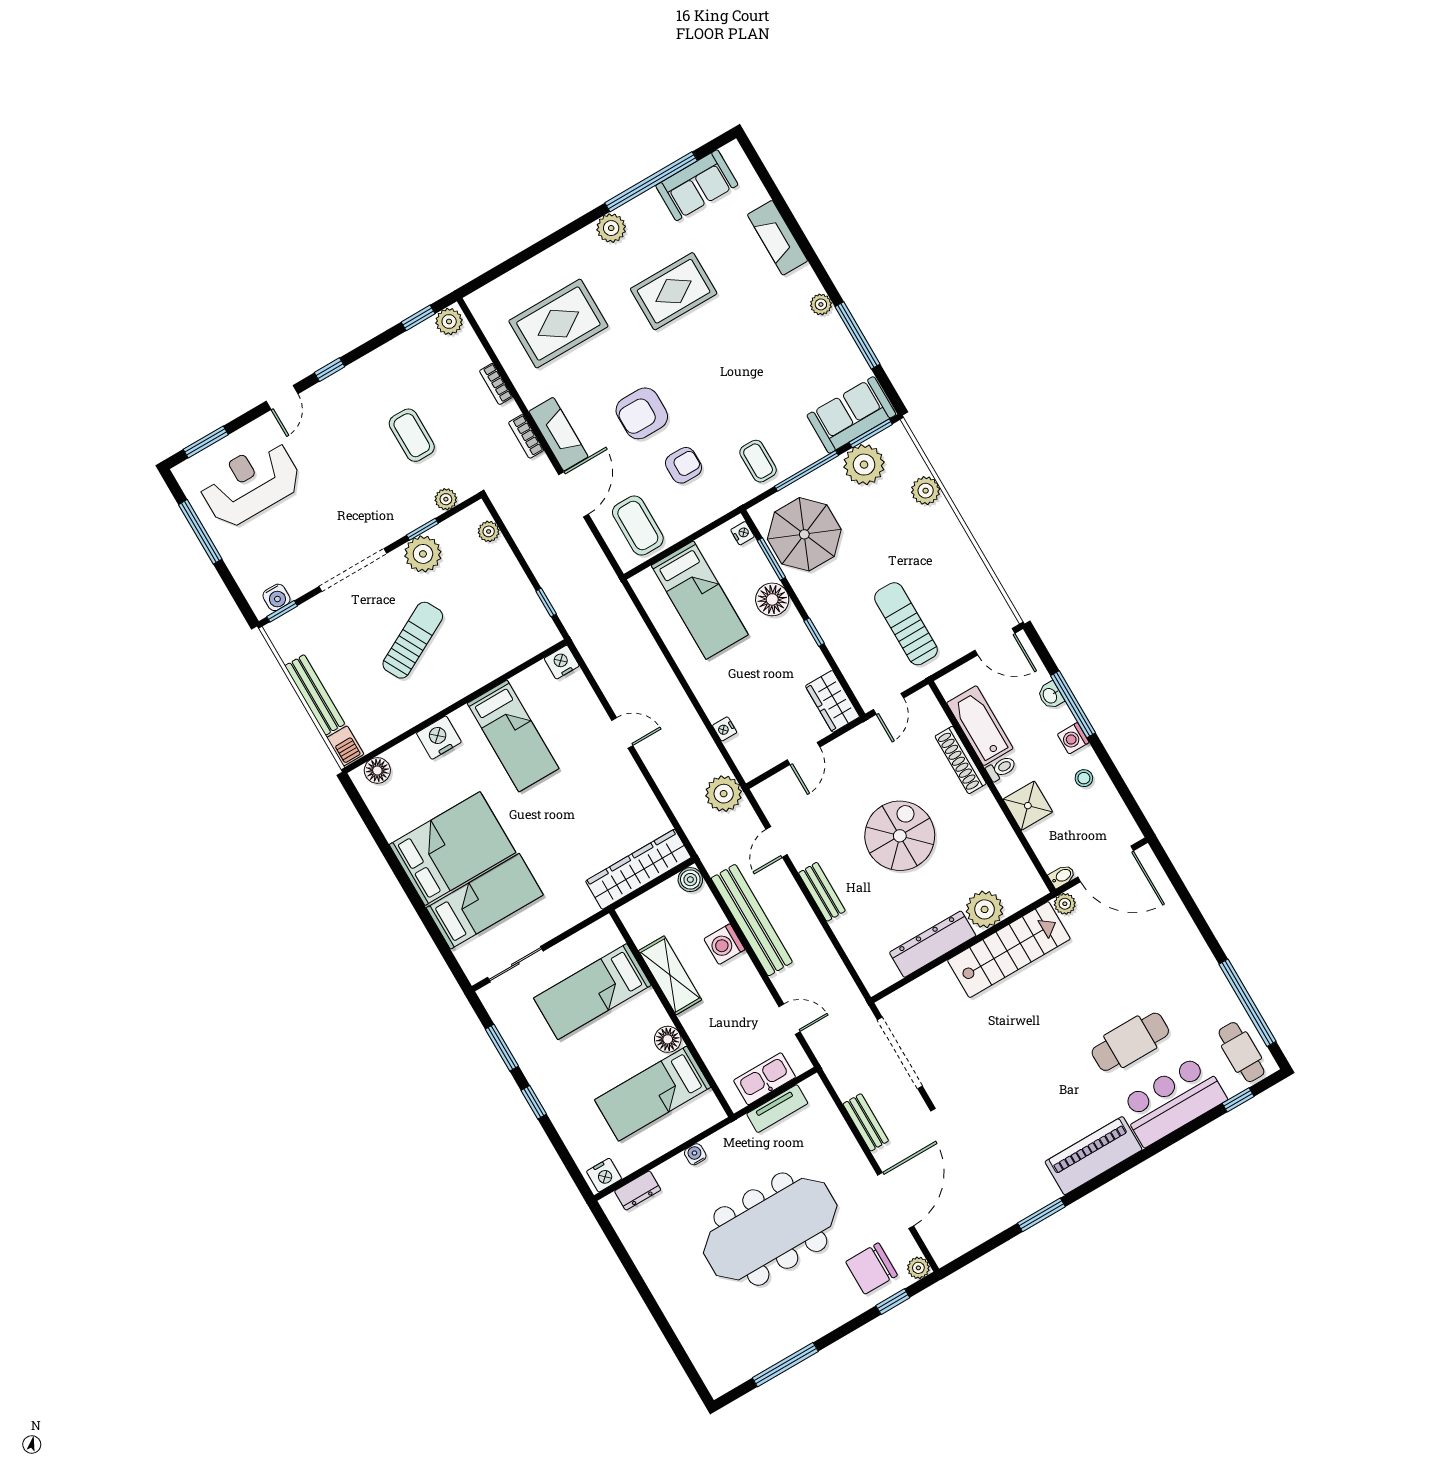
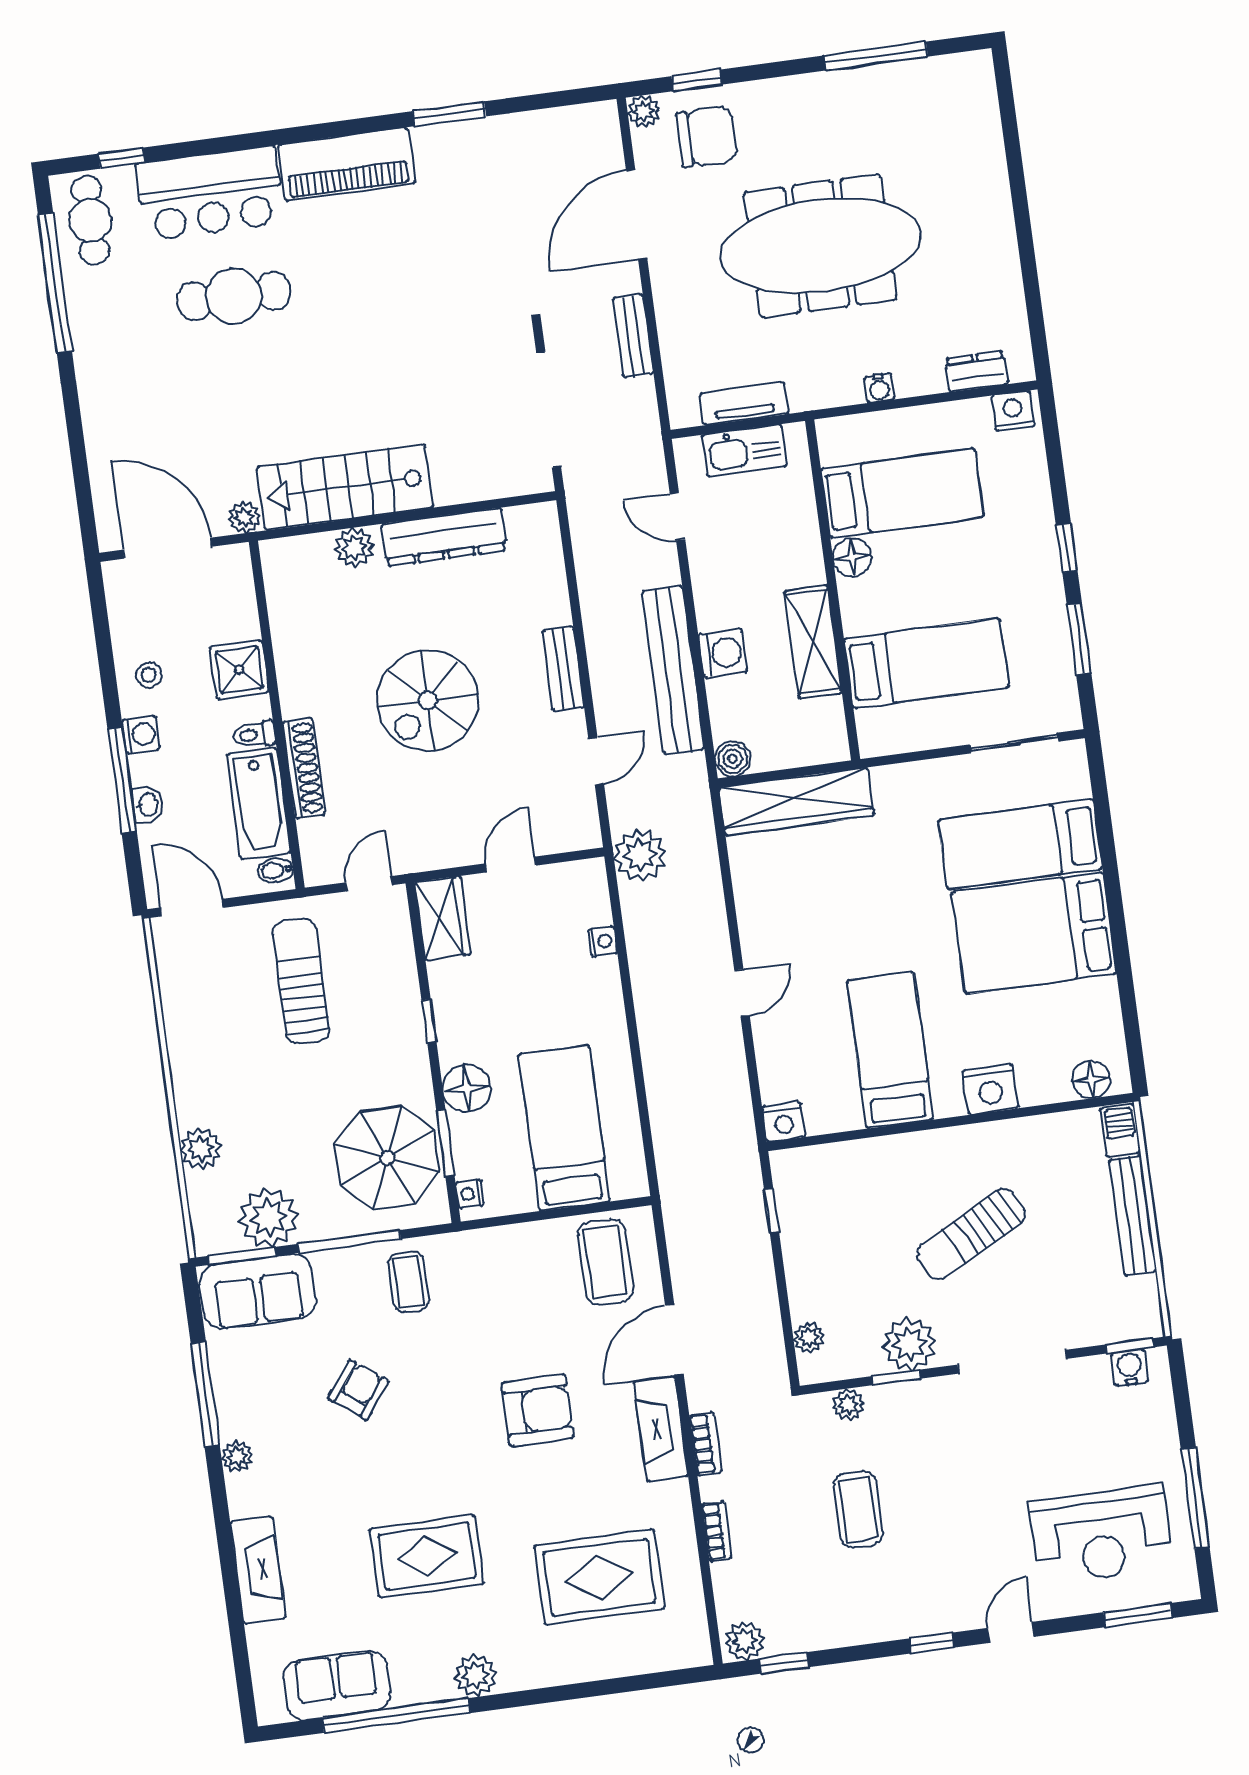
armchair: (684, 465) -> (358, 1390), moved, turned 127
sun lounger: (906, 624) -> (301, 981), turned 180
door: (622, 733) -> (742, 993), swing flipped
bidet: (1062, 876) -> (275, 870), moved
plant: (985, 909) -> (354, 548), width x0.73, depth x0.73

